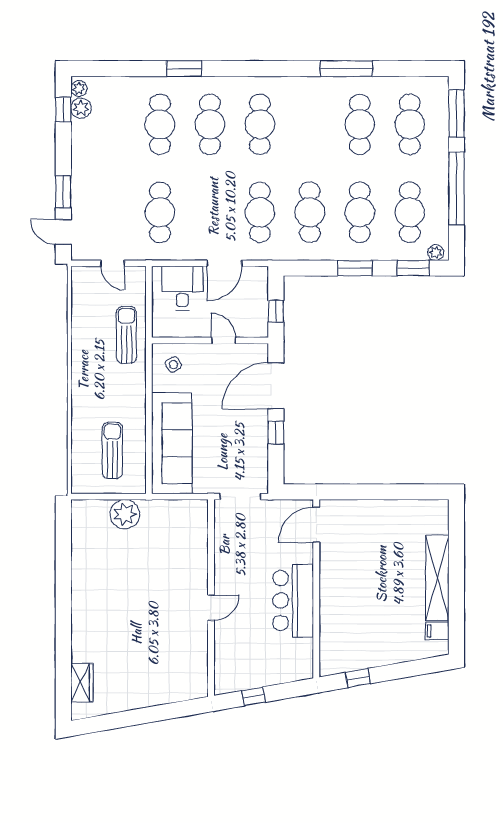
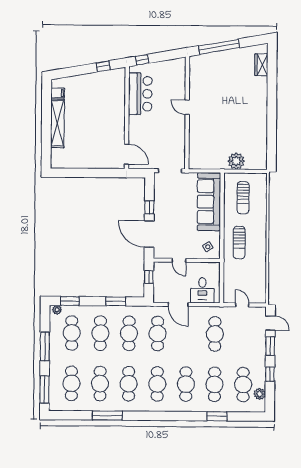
window: (184, 69) -> (217, 416), moved
plant: (79, 88) -> (261, 405), removed
window: (63, 110) -> (270, 374), moved
cafe table: (110, 124) -> (243, 385), added
cafe table: (310, 124) -> (129, 384), added
window: (456, 189) -> (45, 346), width x0.68
door: (224, 263) -> (178, 304), swing flipped
window: (355, 268) -> (116, 301), moved
sun lounger: (126, 335) -> (239, 242), moved
door: (276, 386) -> (149, 234), swing flipped
door: (316, 525) -> (127, 154), hinge flipped
bar counter: (293, 600) -> (140, 94), moved
door: (211, 608) -> (187, 107), hinge flipped
window: (253, 696) -> (142, 60), moved
window: (156, 714) -> (219, 47), added

